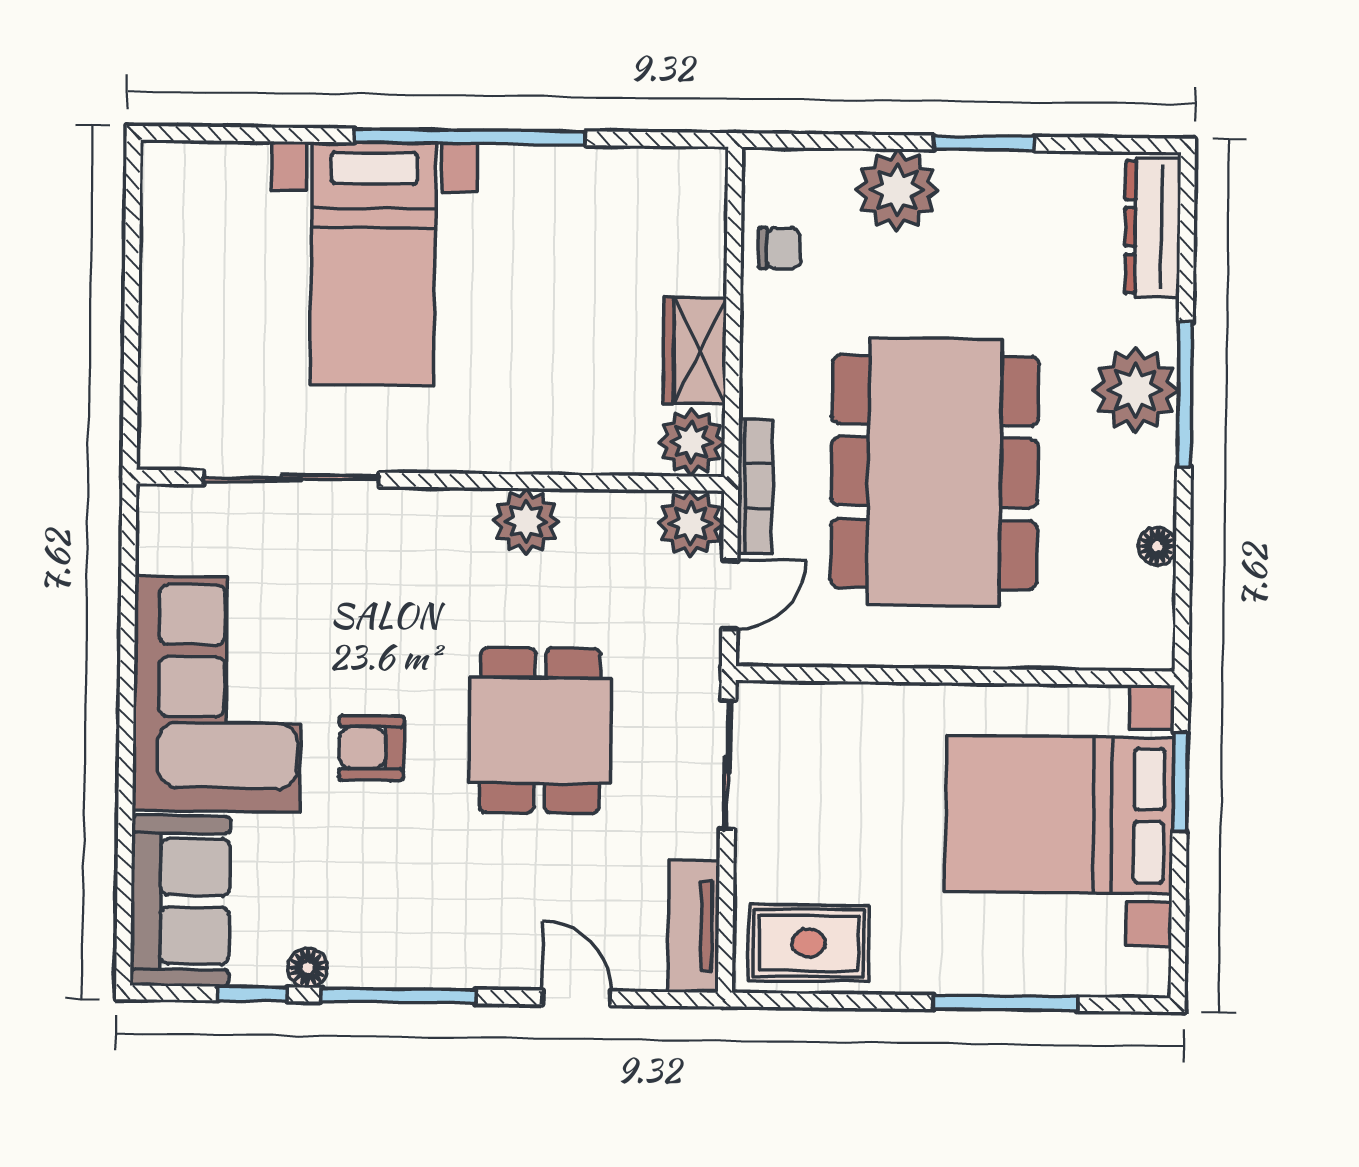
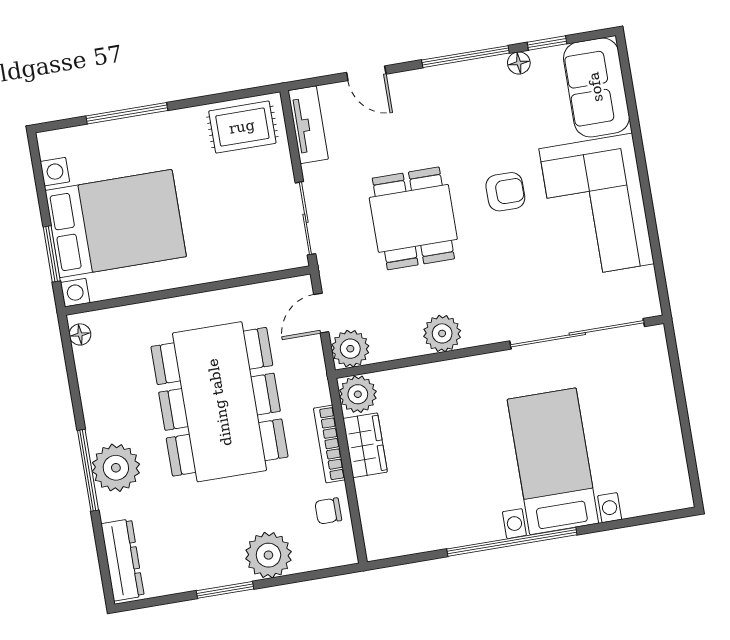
sliding door: (291, 479) -> (577, 334), width x1.36
bookcase: (755, 486) -> (329, 444), moved
floor lamp: (1157, 546) -> (80, 334), moved

